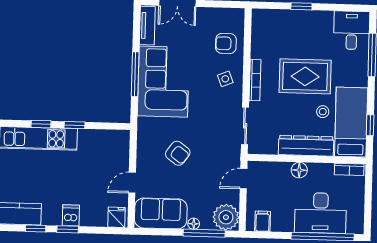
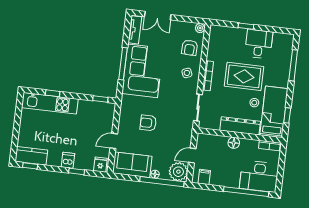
plant: (238, 15) -> (200, 28), added
desk: (352, 30) -> (259, 44), moved
armchair: (226, 43) -> (190, 48), turned -88
window: (74, 125) -> (100, 99), moved
armchair: (178, 153) -> (148, 123), turned 143
door: (244, 179) -> (192, 156), moved
desk: (320, 213) -> (259, 176), moved
window: (36, 228) -> (30, 166), moved
window: (68, 229) -> (77, 171), moved
window: (204, 233) -> (162, 182), width x1.46

